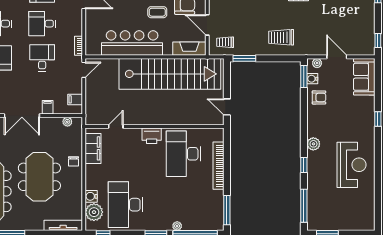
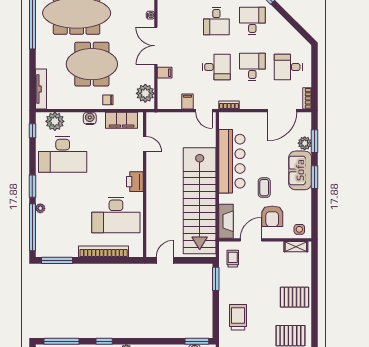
filing cabinet: (75, 99) -> (187, 101), moved
plant: (67, 122) -> (145, 93), width x1.87, depth x1.87
desk: (183, 154) -> (116, 215), turned 180
water cooler: (91, 196) -> (90, 118), moved
desk: (126, 205) -> (63, 154), turned 180

